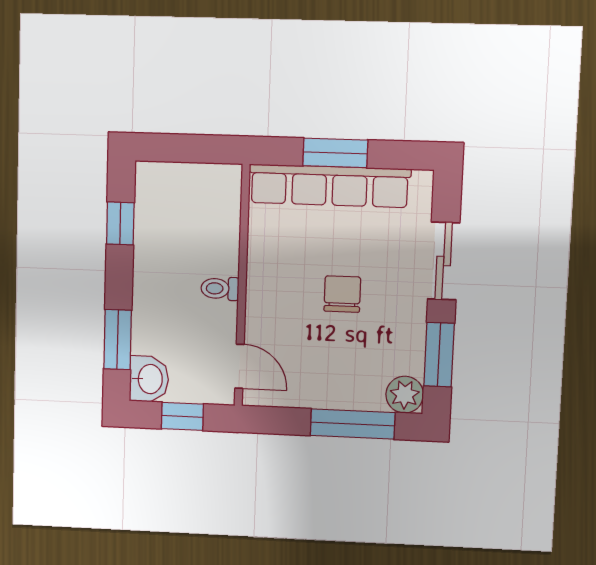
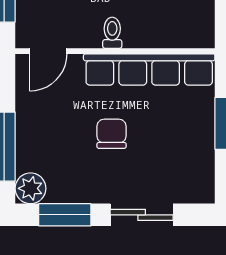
row of seats: (329, 186) -> (149, 69), moved, turned -90
chair: (342, 294) -> (112, 134), turned -90

